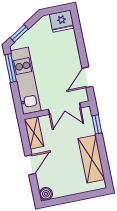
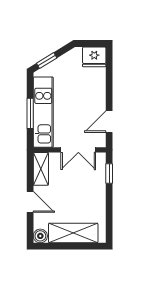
window: (11, 68) -> (30, 113), moved
shelving: (91, 159) -> (73, 233), moved, turned 90
door: (30, 165) -> (30, 202), hinge flipped

